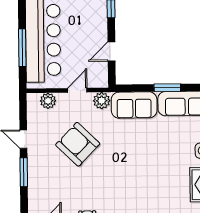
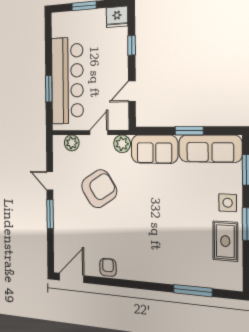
window: (22, 48) -> (49, 89), width x0.69
armchair: (78, 144) -> (99, 189), turned 103

